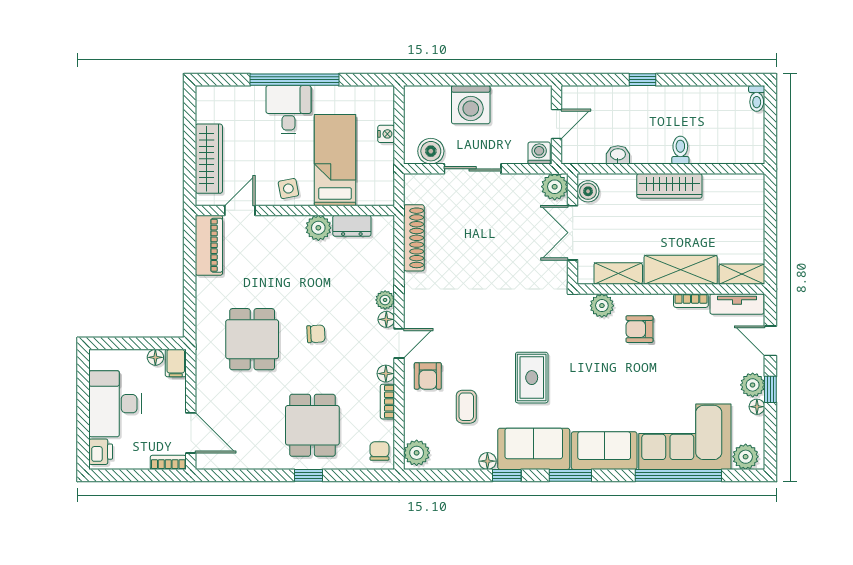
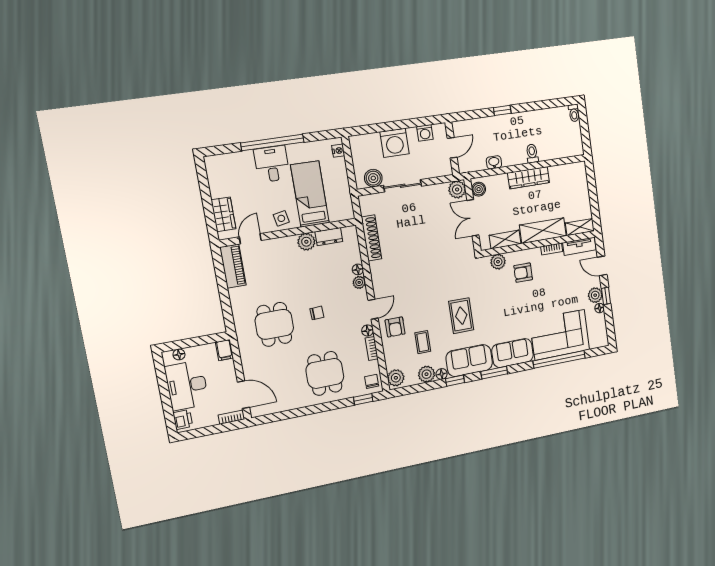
nightstand: (386, 134) -> (338, 151), moved
washing machine: (539, 153) -> (425, 133), moved, turned 180
wardrobe: (209, 159) -> (223, 214), width x0.67
floor lamp: (386, 319) -> (358, 269), moved
floor lamp: (155, 357) -> (179, 354), moved
plant: (746, 457) -> (427, 374), moved
window: (308, 475) -> (363, 399), moved

